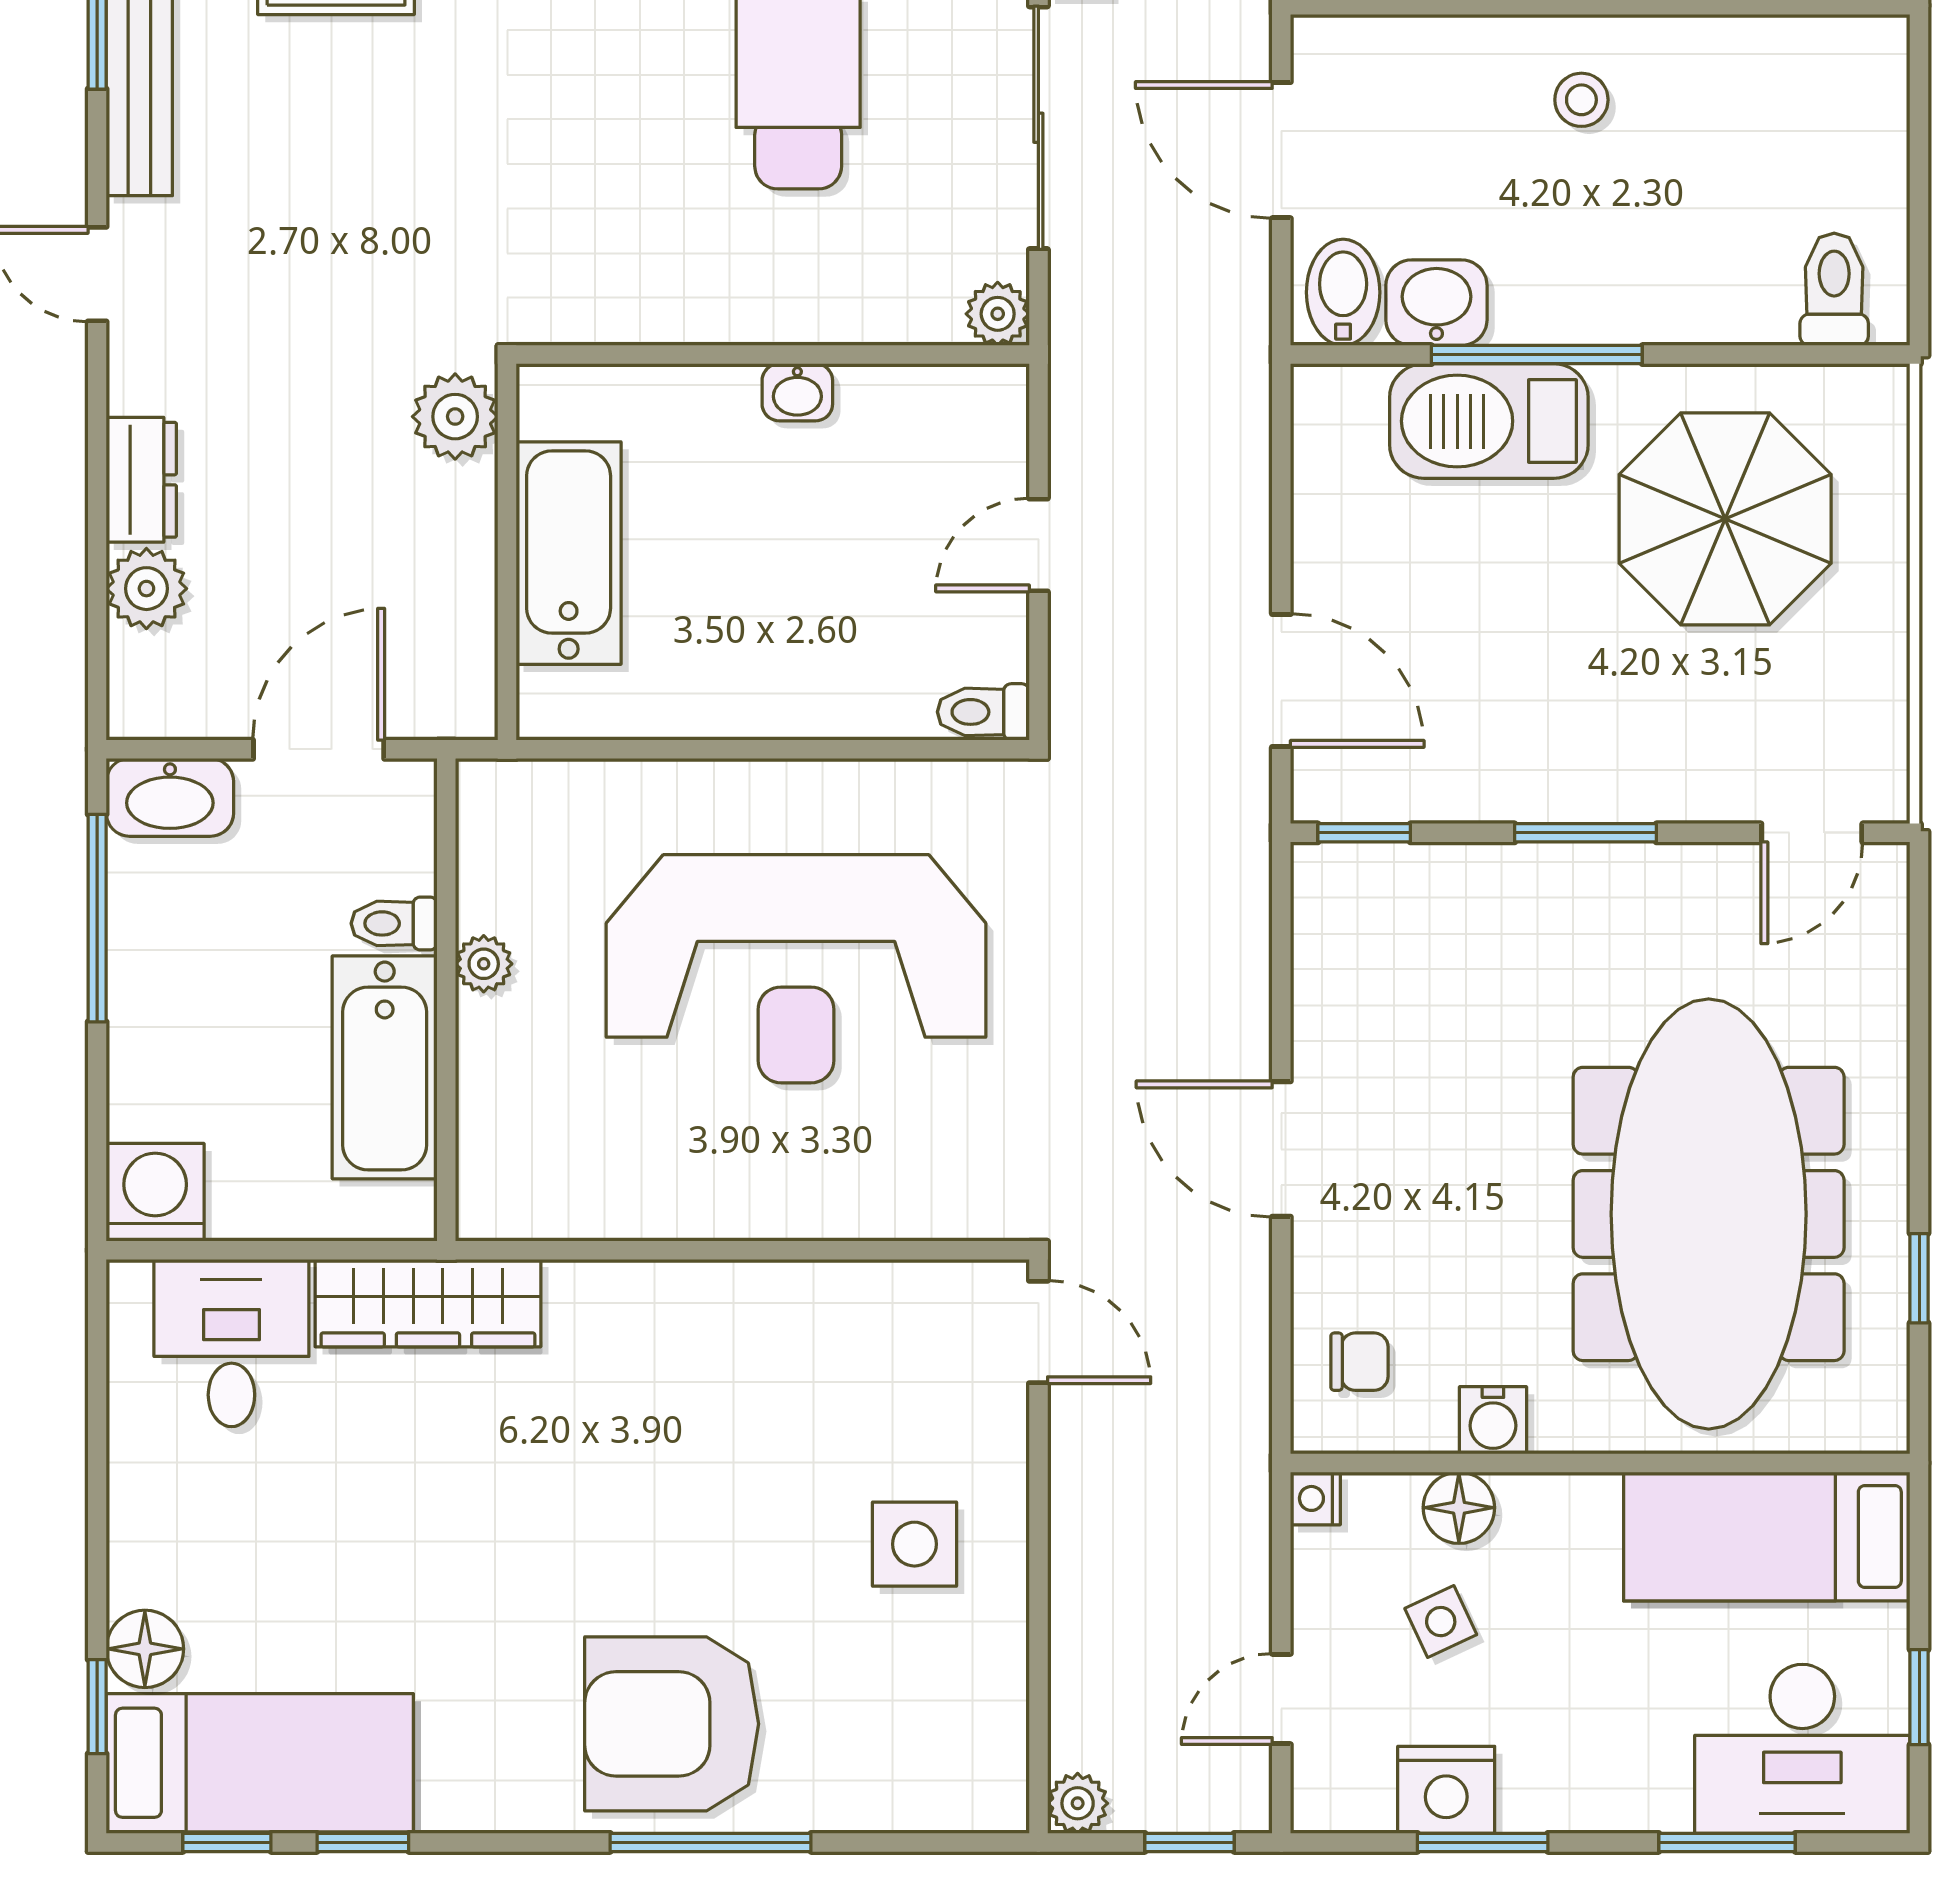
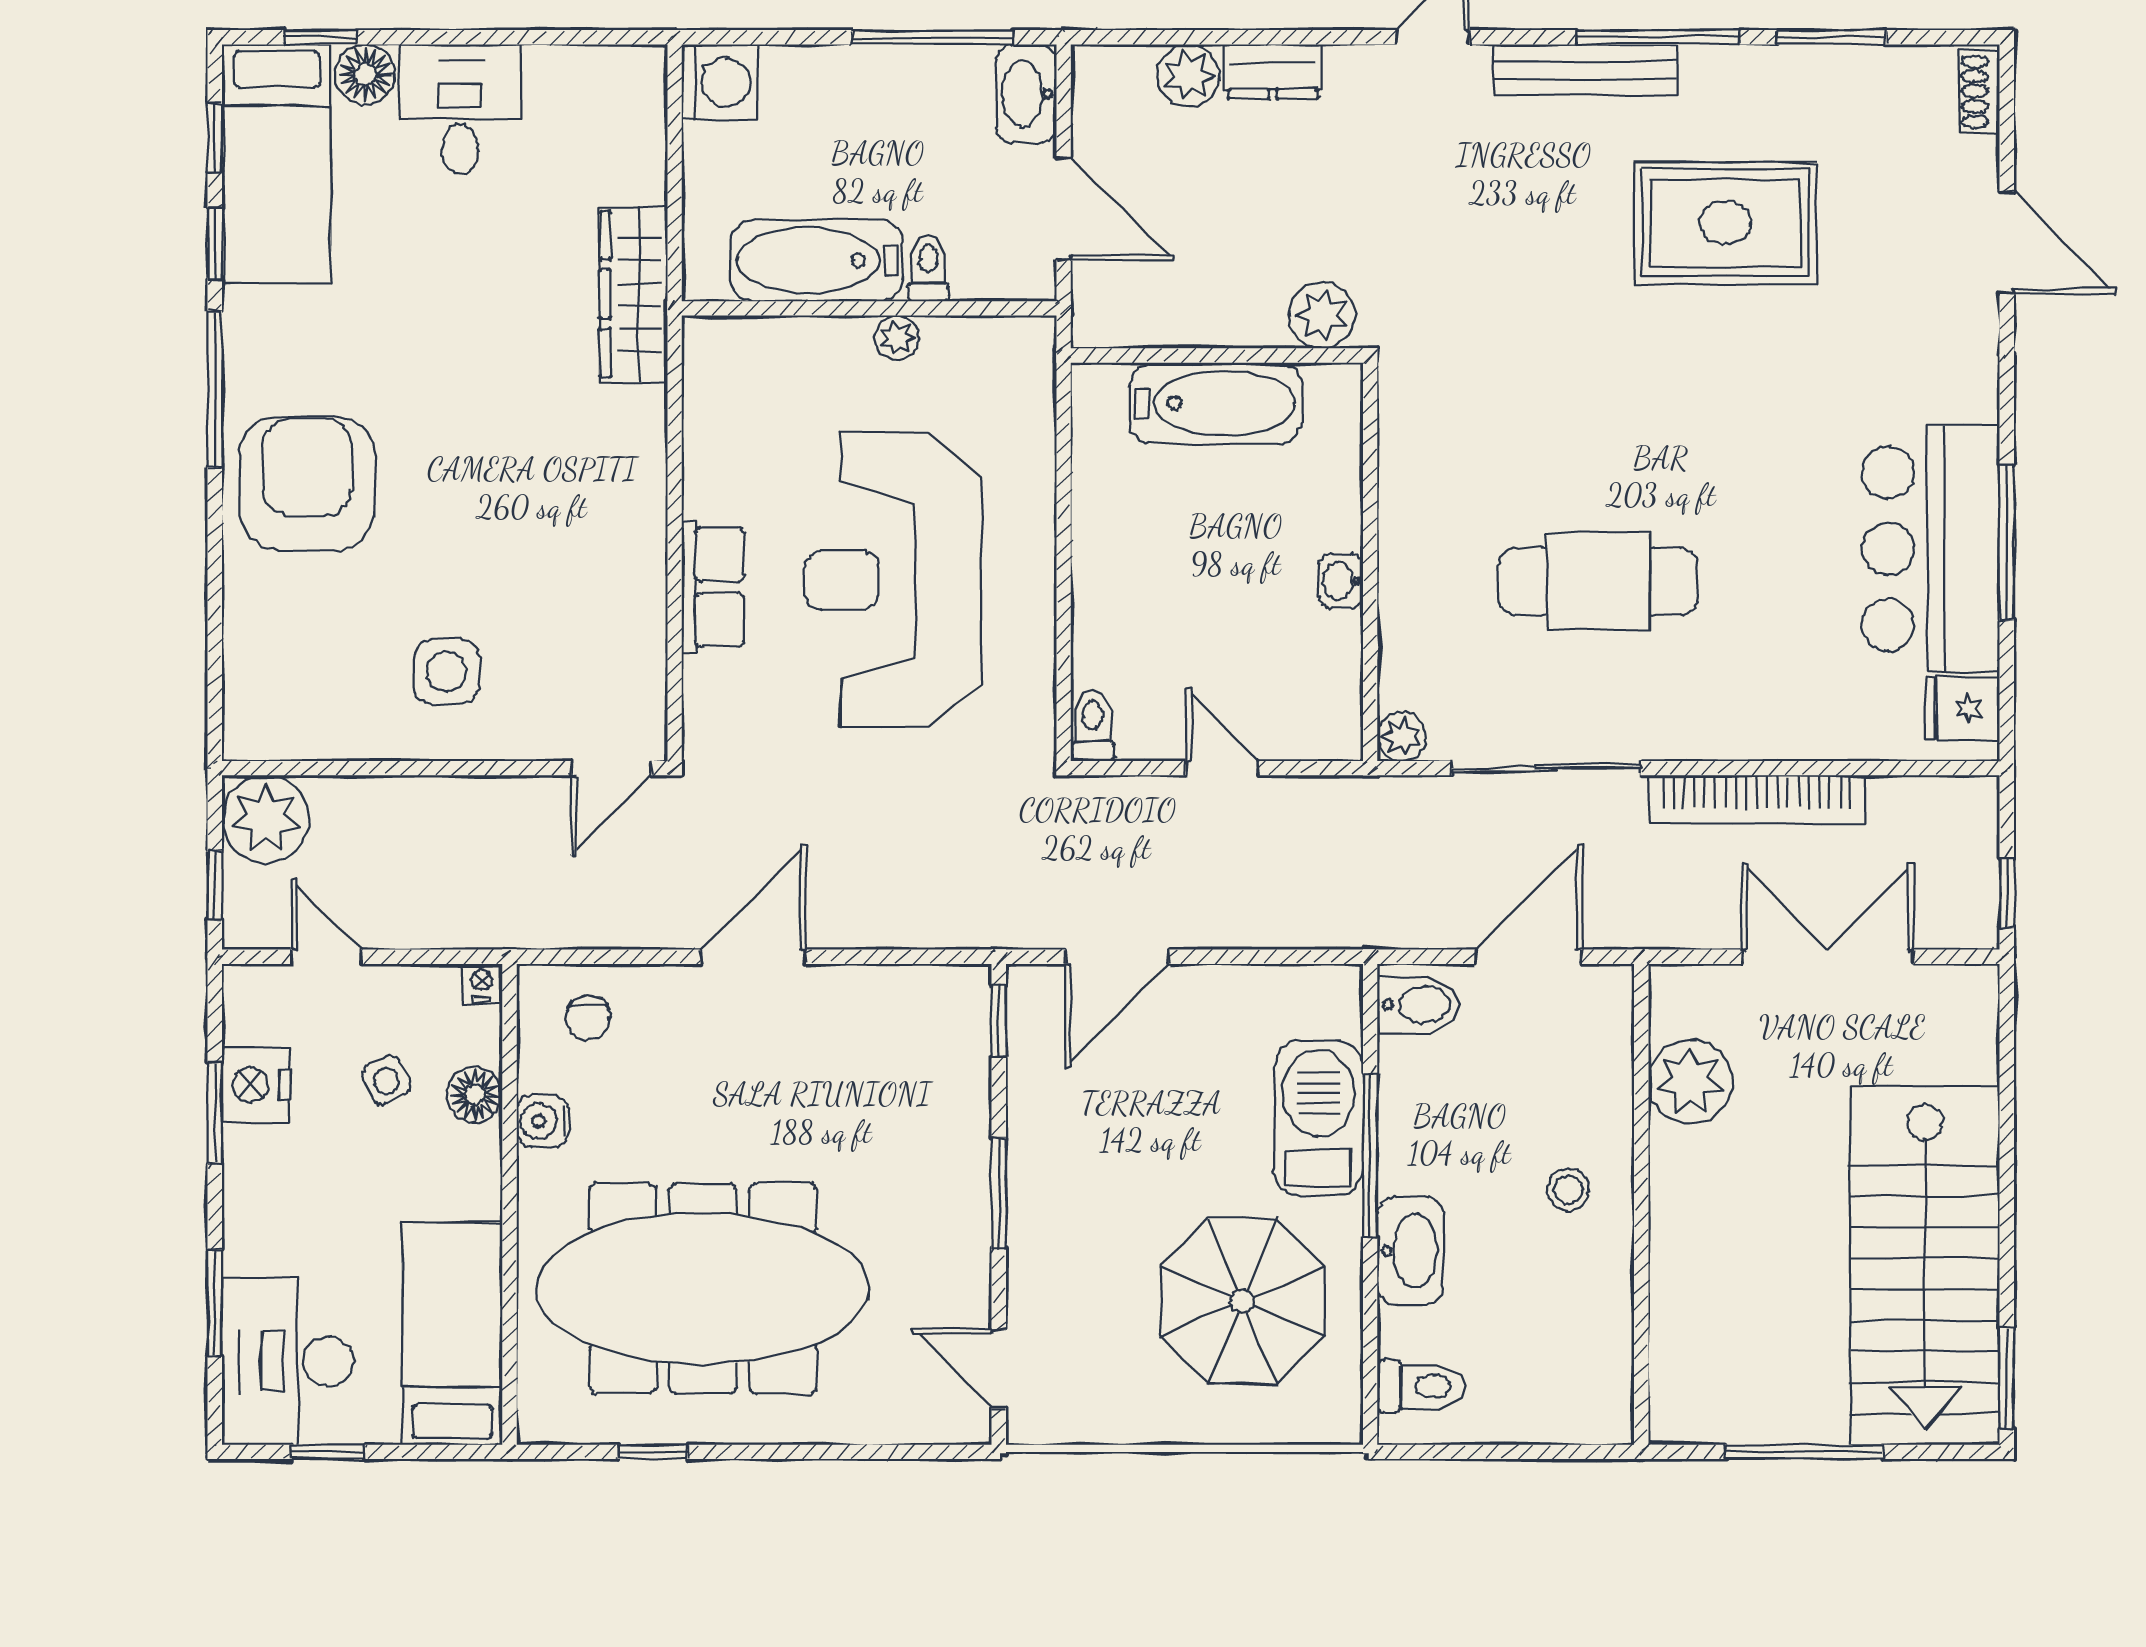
washbasin: (1436, 303) -> (1410, 1251), moved, width x1.38
row of seats: (805, 1201) -> (713, 587), added
desk: (231, 1343) -> (460, 109), moved, turned -90
plant: (1078, 1803) -> (266, 819), width x1.87, depth x1.87
window: (711, 1842) -> (215, 389), moved

